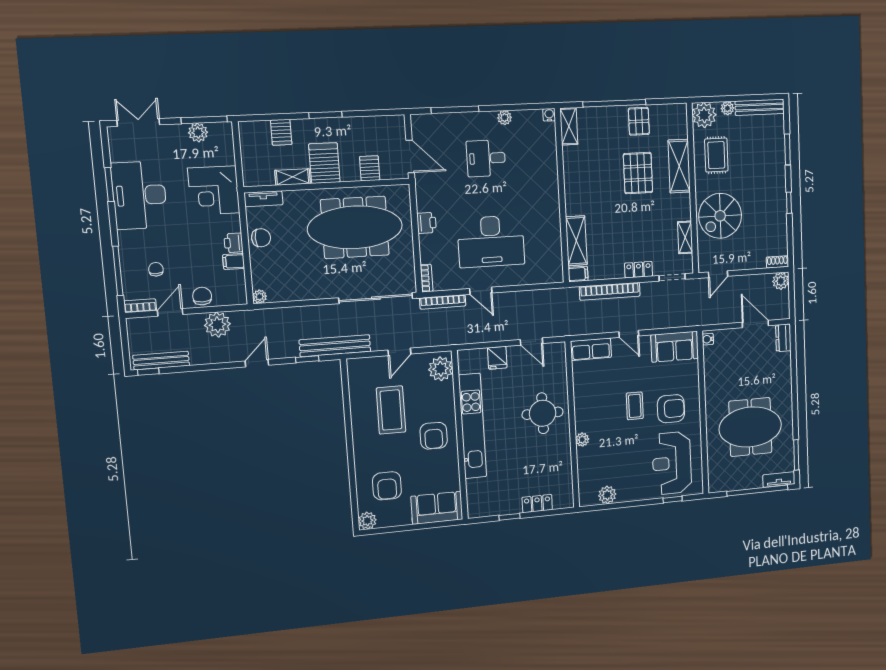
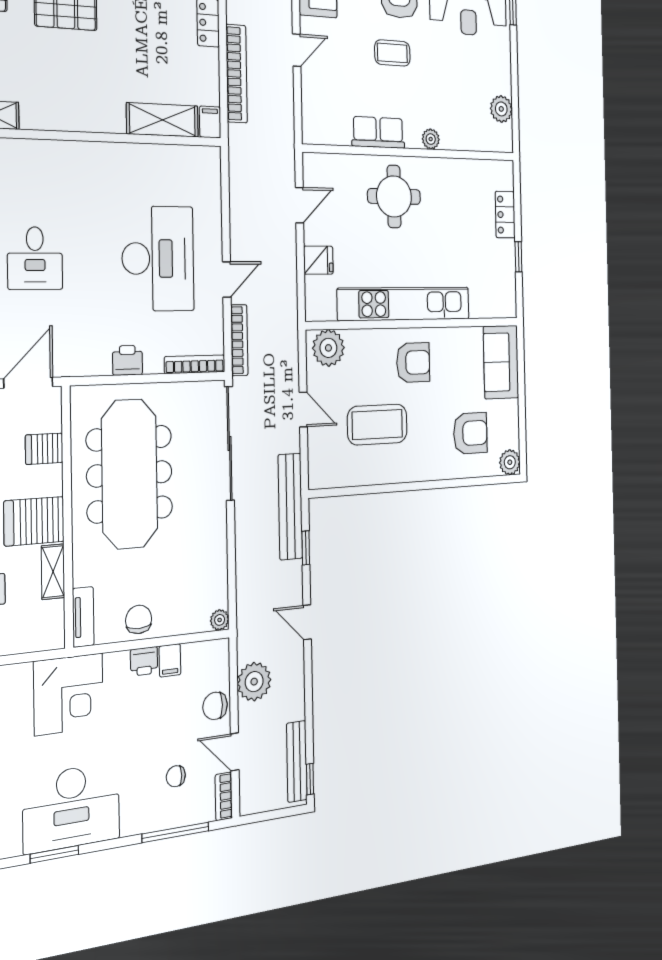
bookcase: (426, 278) -> (195, 364), width x1.56
row of seats: (591, 349) -> (378, 132), moved, turned -90

